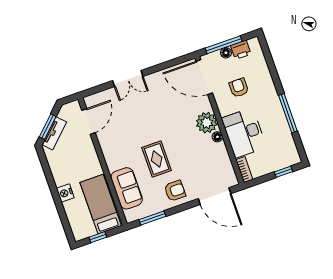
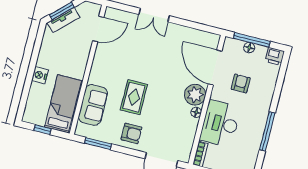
printer: (241, 50) -> (275, 56), moved
door: (204, 77) -> (215, 68), moved

